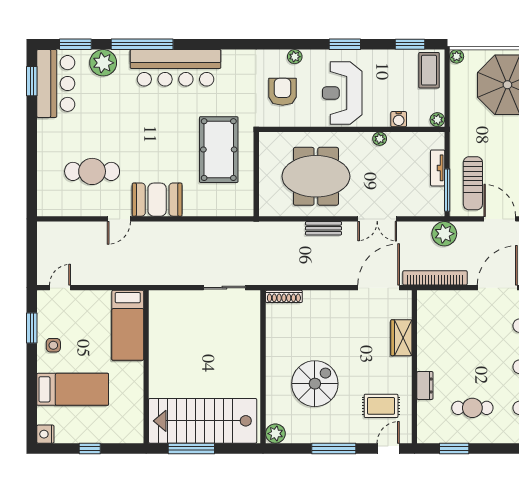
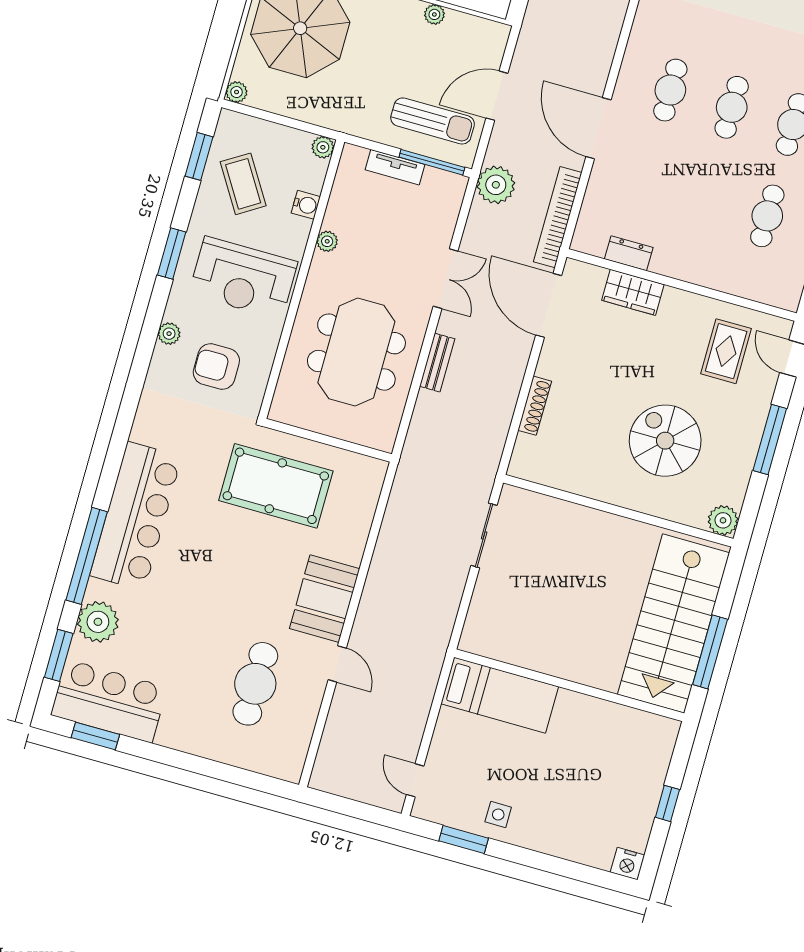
coffee table: (429, 70) -> (243, 184), moved, turned 58
shoe rack: (284, 296) -> (535, 406), moved
dresser: (425, 385) -> (629, 253), moved
bed: (73, 389) -> (572, 804), removed

